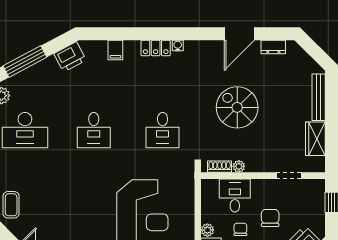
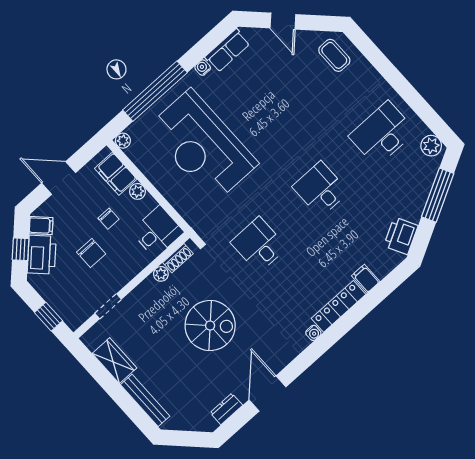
locker: (156, 48) -> (339, 306), width x1.53
desk: (235, 196) -> (157, 232), moved, turned -90

